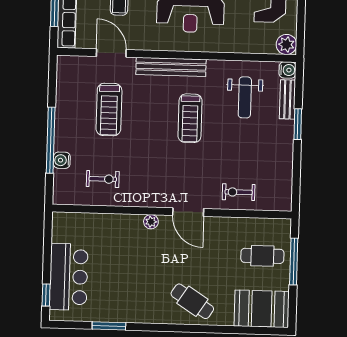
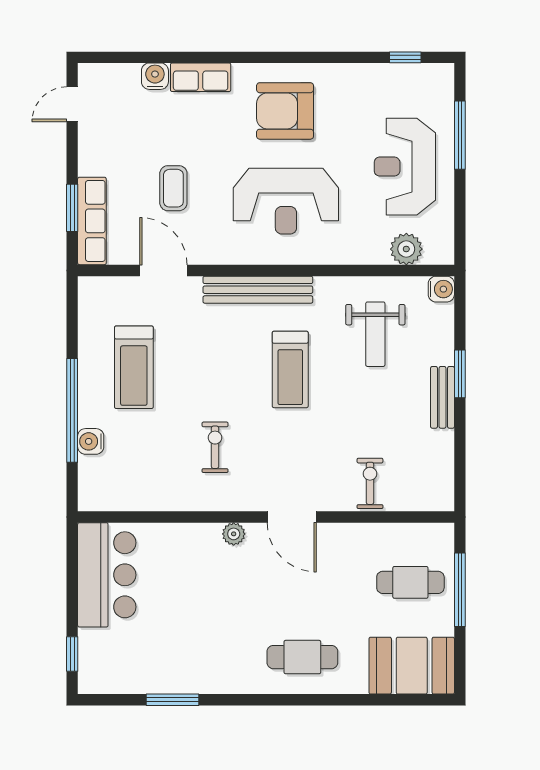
plant: (286, 44) -> (406, 249), moved
bench: (287, 99) -> (443, 397), moved
treadmill: (109, 110) -> (134, 367), moved
exercise bike: (103, 179) -> (215, 447), moved, turned -90
exercise bike: (239, 192) -> (370, 483), turned 90
bar counter: (69, 277) -> (107, 575), moved
cafe table: (192, 301) -> (302, 657), turned -33

